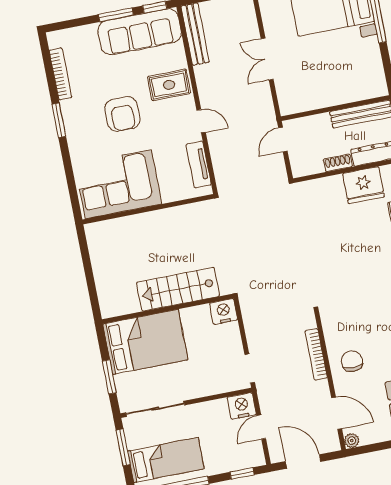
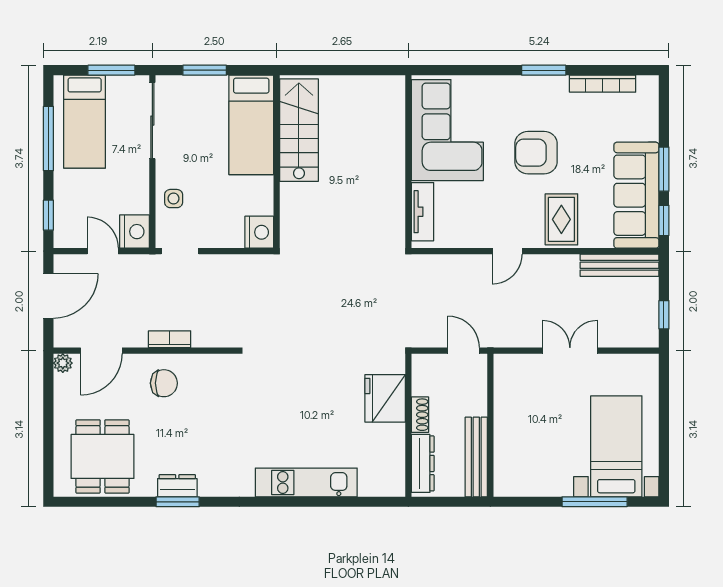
tv unit: (199, 165) -> (422, 212), moved, turned 90
fridge: (363, 185) -> (385, 398), moved
stairs: (178, 289) -> (299, 130), moved
bed: (145, 342) -> (251, 125), width x0.67
bookcase: (316, 354) -> (170, 339), width x0.64
side table: (211, 381) -> (174, 199), added

